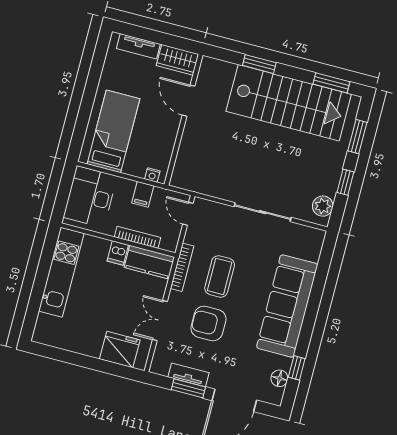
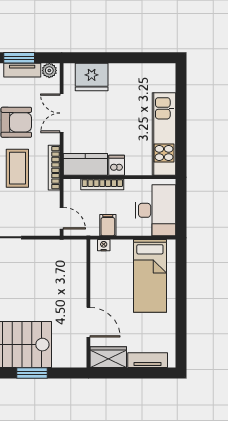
double door: (160, 321) -> (62, 113), swing flipped
plant: (161, 367) -> (49, 70), added

